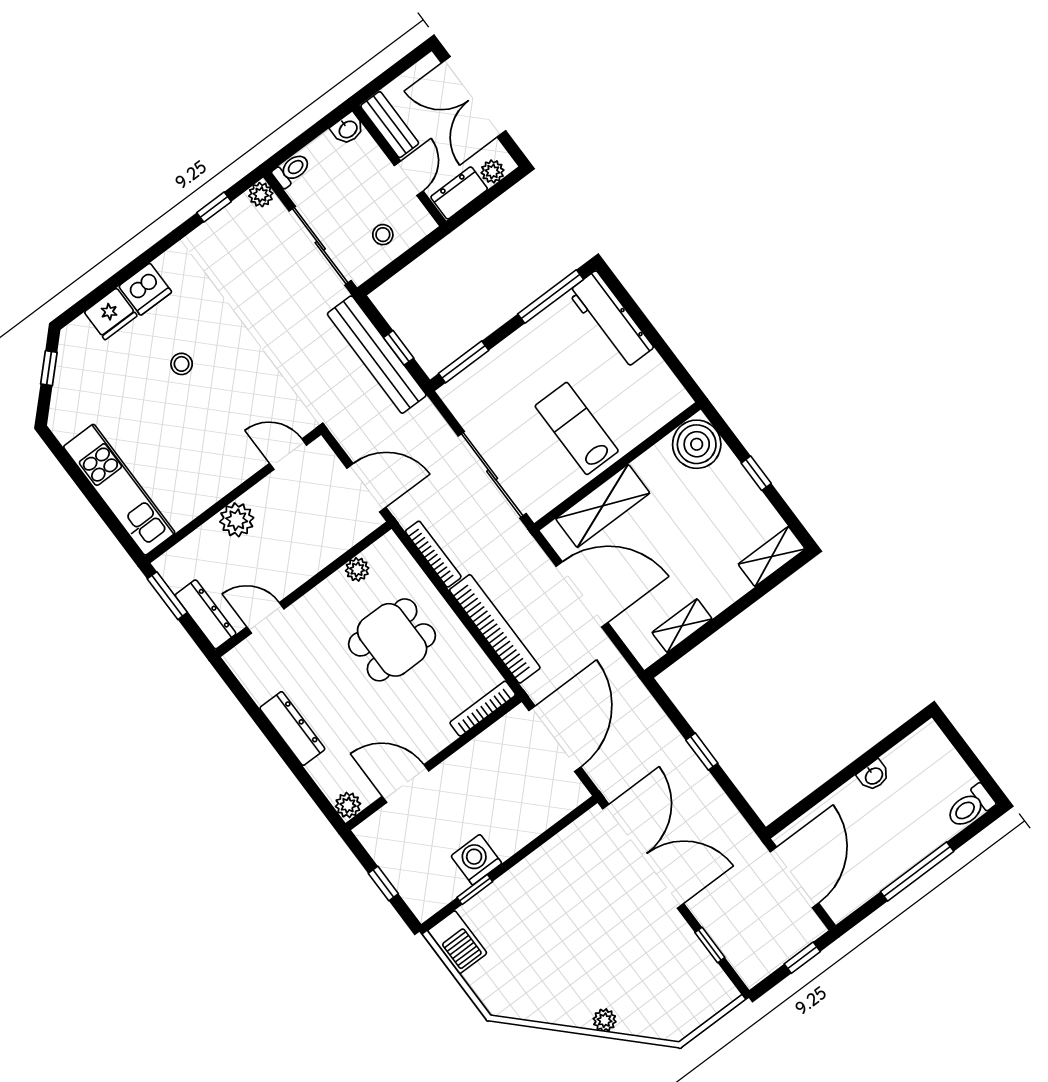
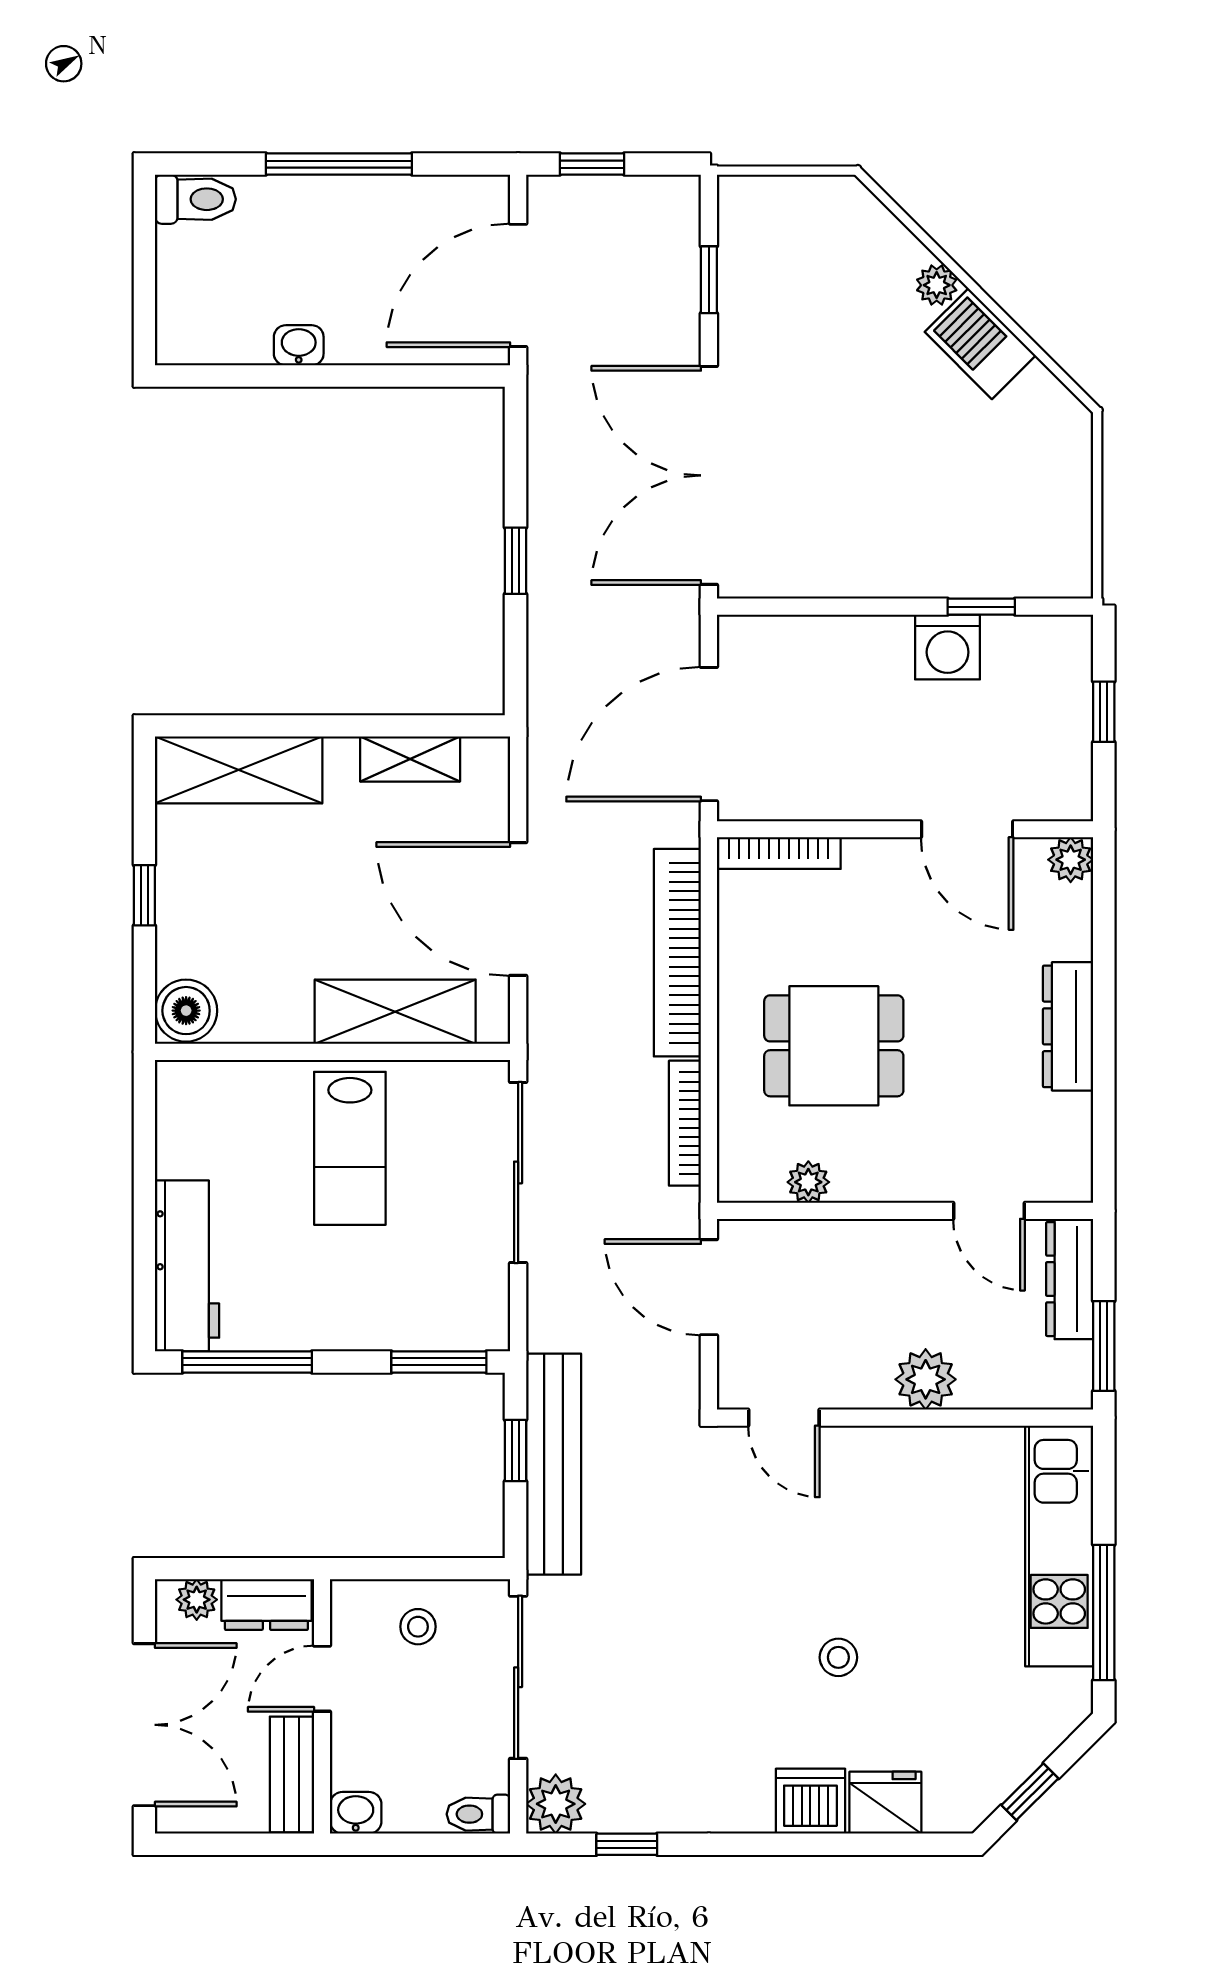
plant: (261, 195) -> (556, 1804), width x1.38, depth x1.38
boiler: (697, 444) -> (186, 1011), width x0.73, depth x0.73
window: (76, 475) -> (1104, 1612), added
shelving: (772, 557) -> (239, 770), width x1.50, depth x1.33
barbecue: (457, 942) -> (980, 344), moved, turned -45

